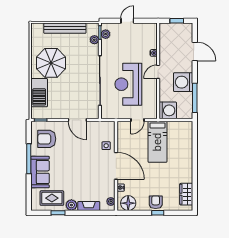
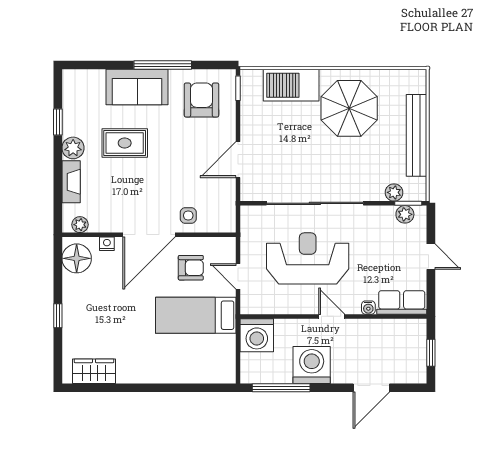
row of seats: (151, 36) -> (402, 302), added
rug: (52, 198) -> (125, 143), moved, turned 90
armchair: (156, 202) -> (191, 268), moved

